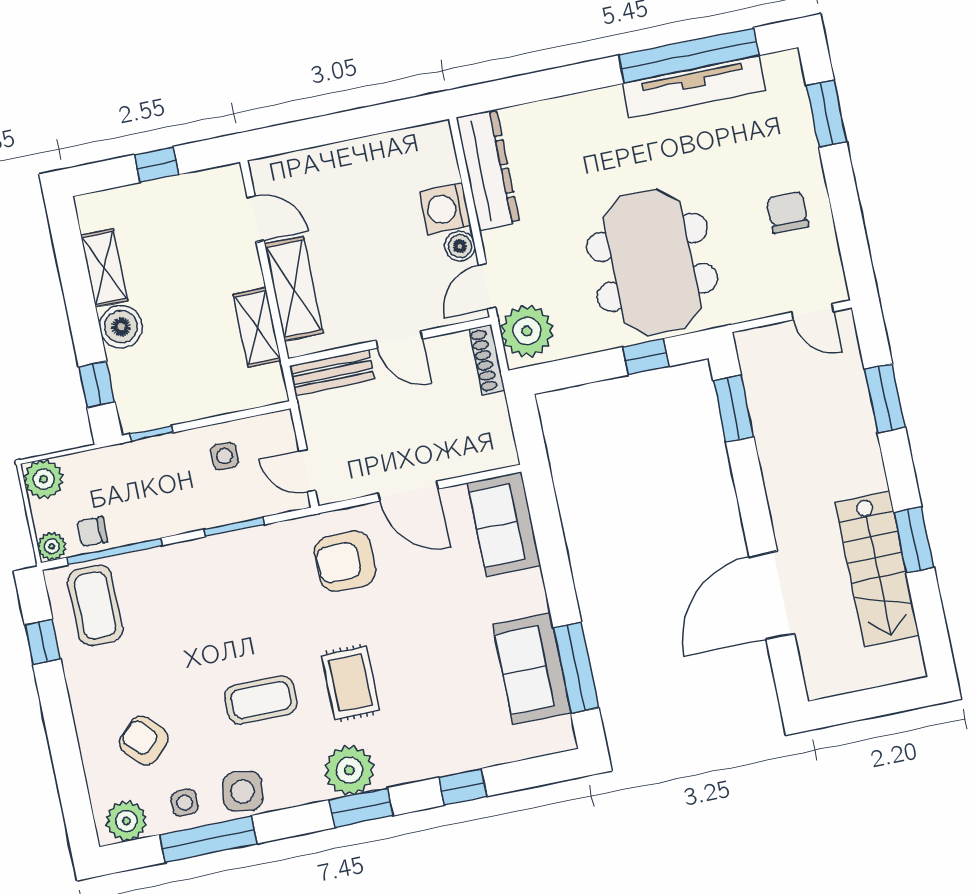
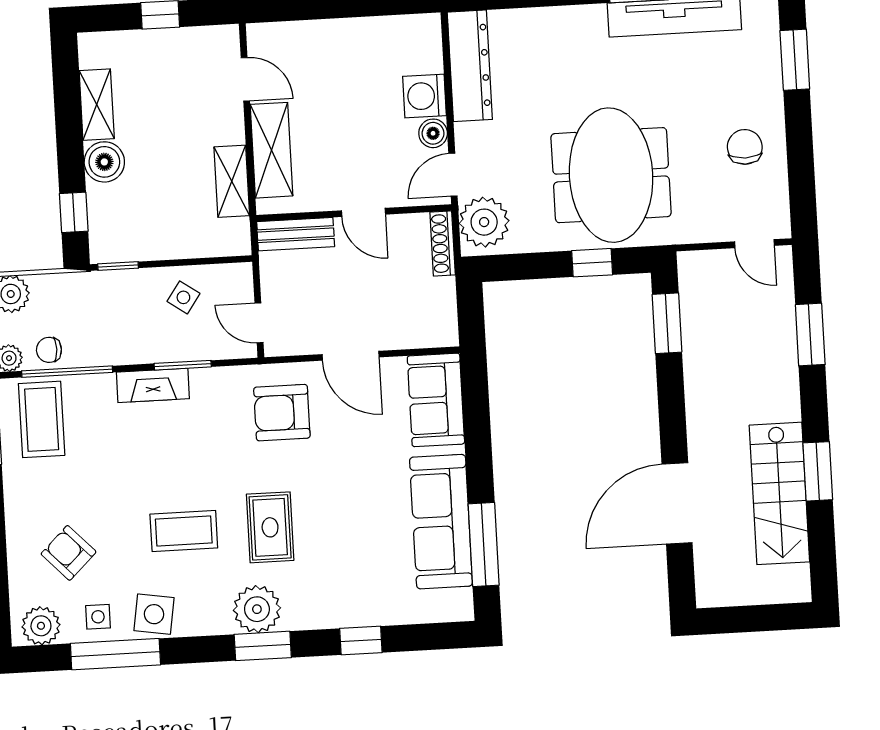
side table: (224, 456) -> (183, 297), turned 35
fireplace: (206, 553) -> (153, 385), added
sofa: (532, 669) -> (441, 522), width x1.36

